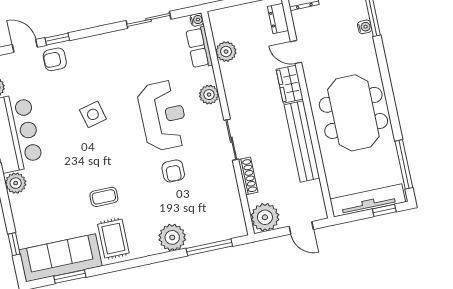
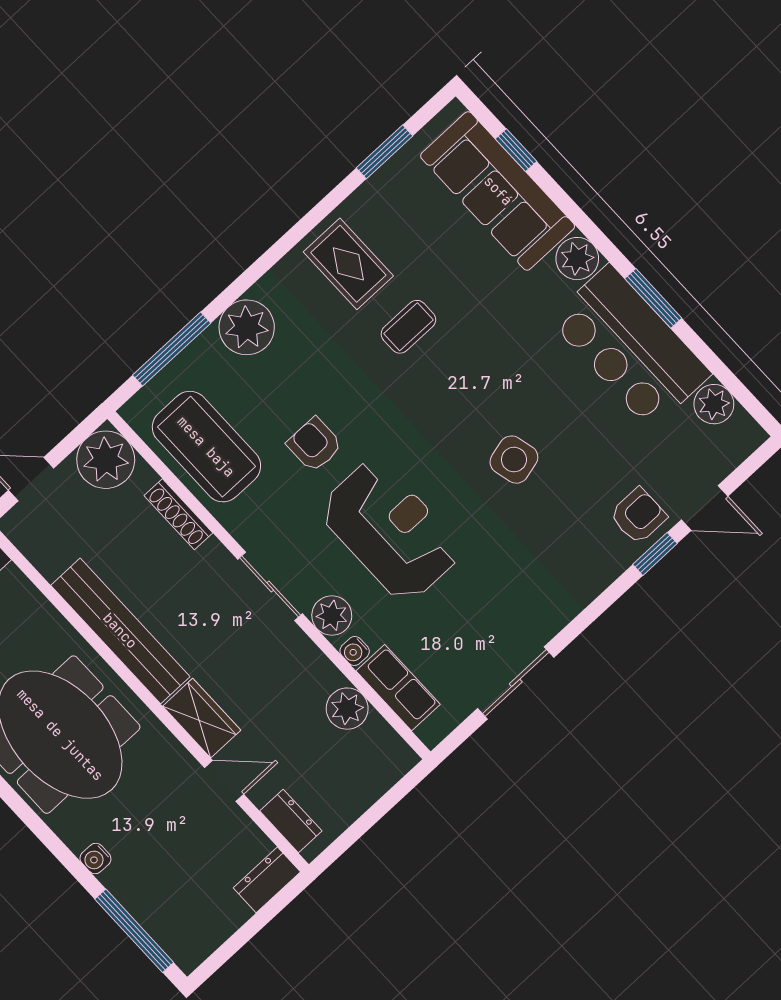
water cooler: (197, 20) -> (355, 651), moved
water cooler: (365, 27) -> (95, 859), moved
reception desk: (163, 116) -> (390, 531), turned 180
sliding door: (231, 140) -> (270, 586), moved
coffee table: (219, 197) -> (206, 447), added
sofa: (61, 258) -> (498, 191), moved, turned 90

